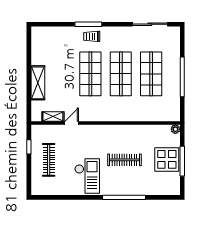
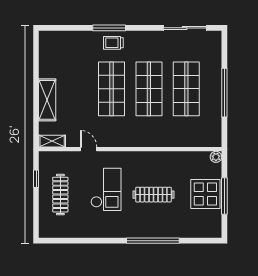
shelving: (53, 116) -> (52, 141), moved
door: (72, 123) -> (89, 149), hinge flipped
checkout: (87, 176) -> (106, 189), moved

